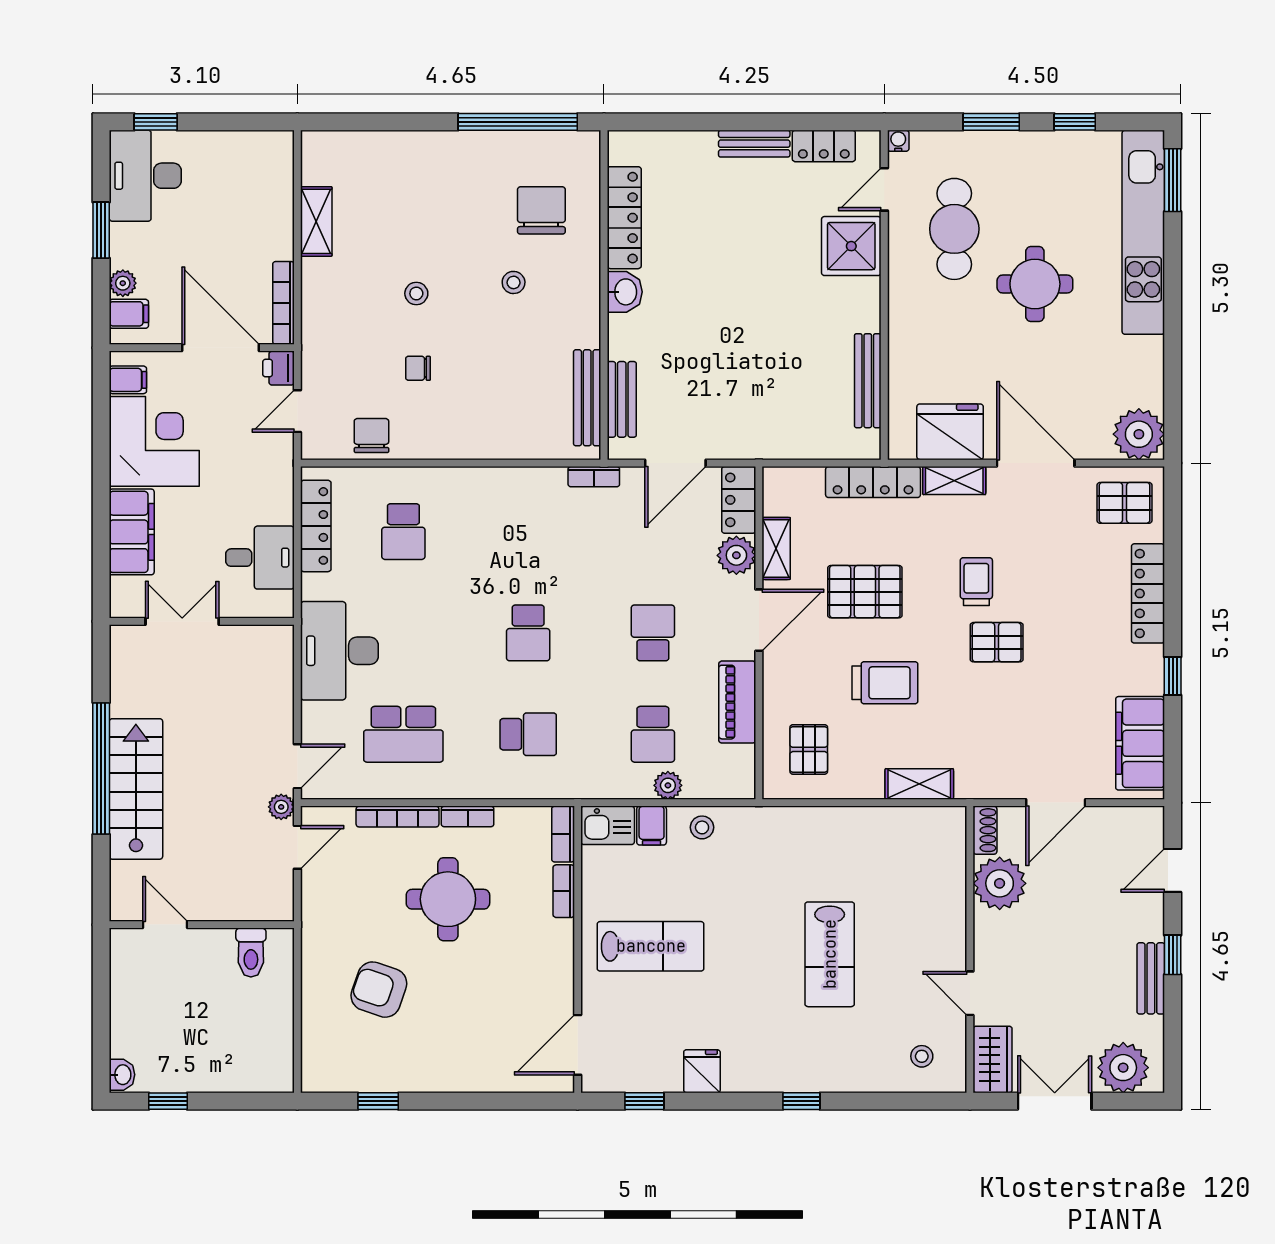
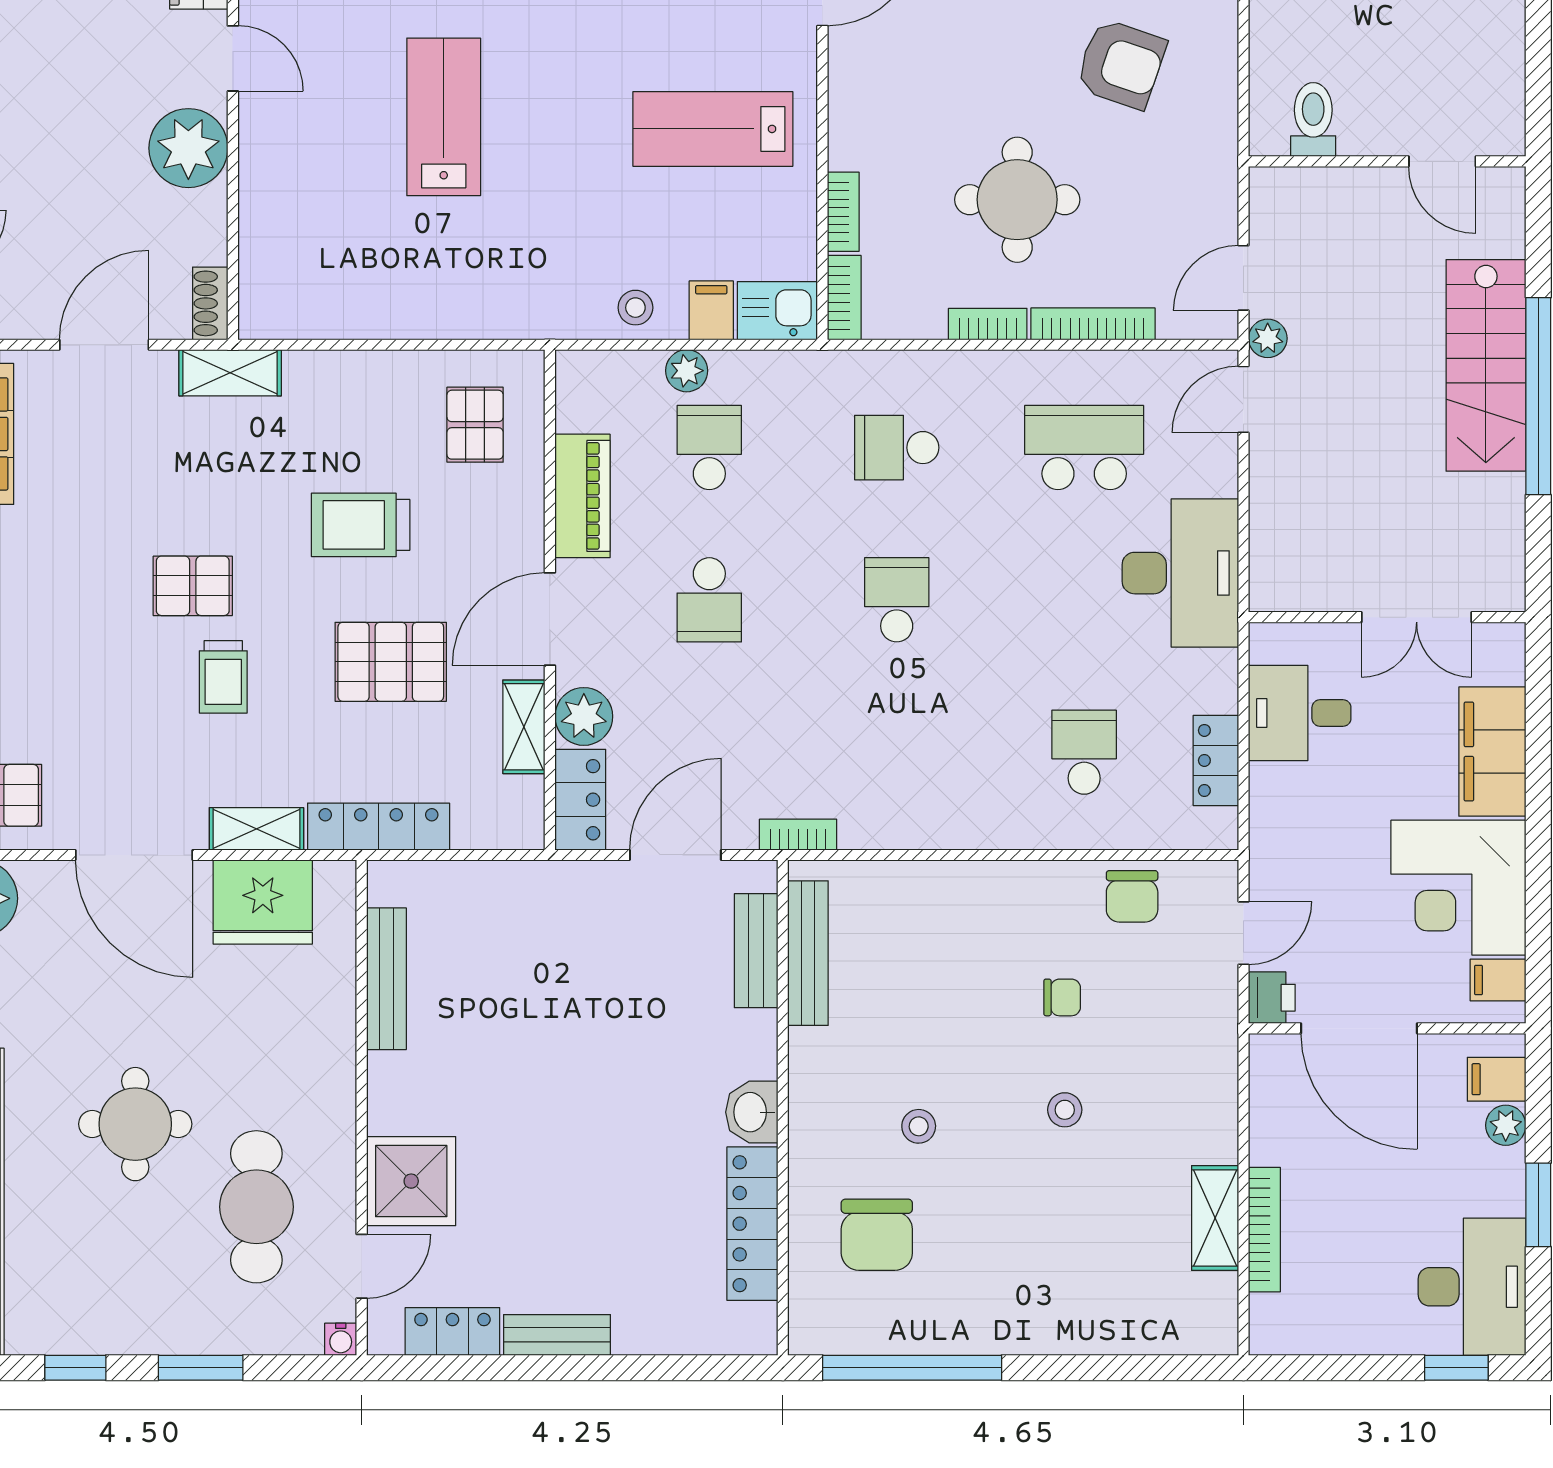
bookcase: (283, 303) -> (1264, 1230), moved
locker: (316, 526) -> (1216, 760), width x0.66
shelving: (919, 784) -> (230, 373), moved
plant: (1000, 883) -> (188, 148), moved

